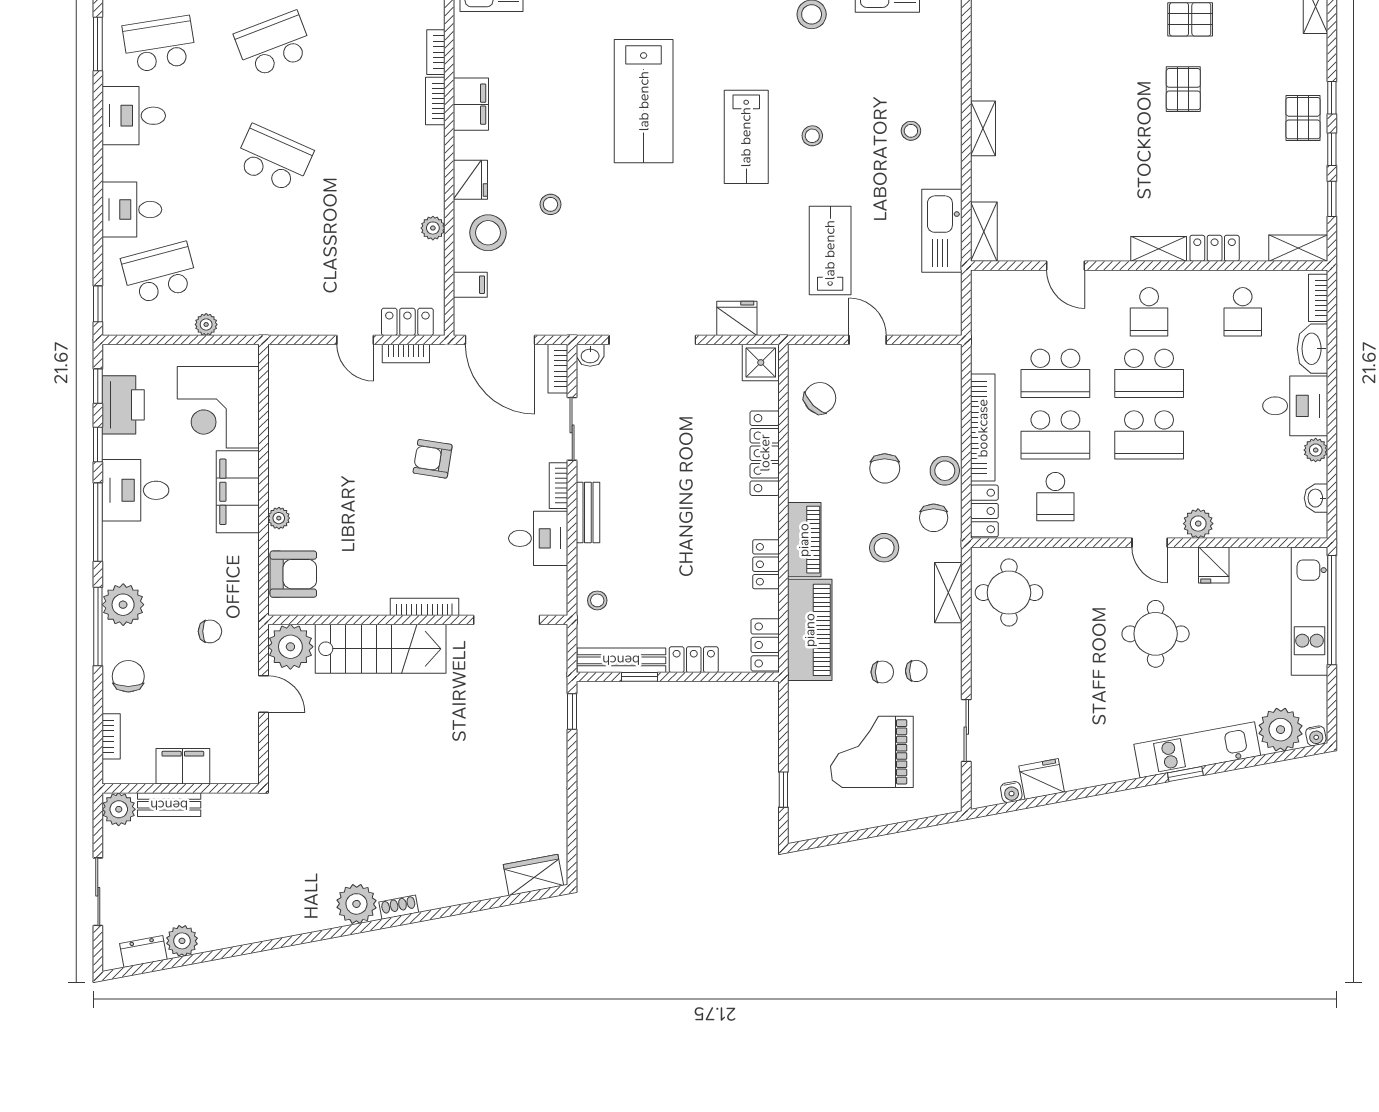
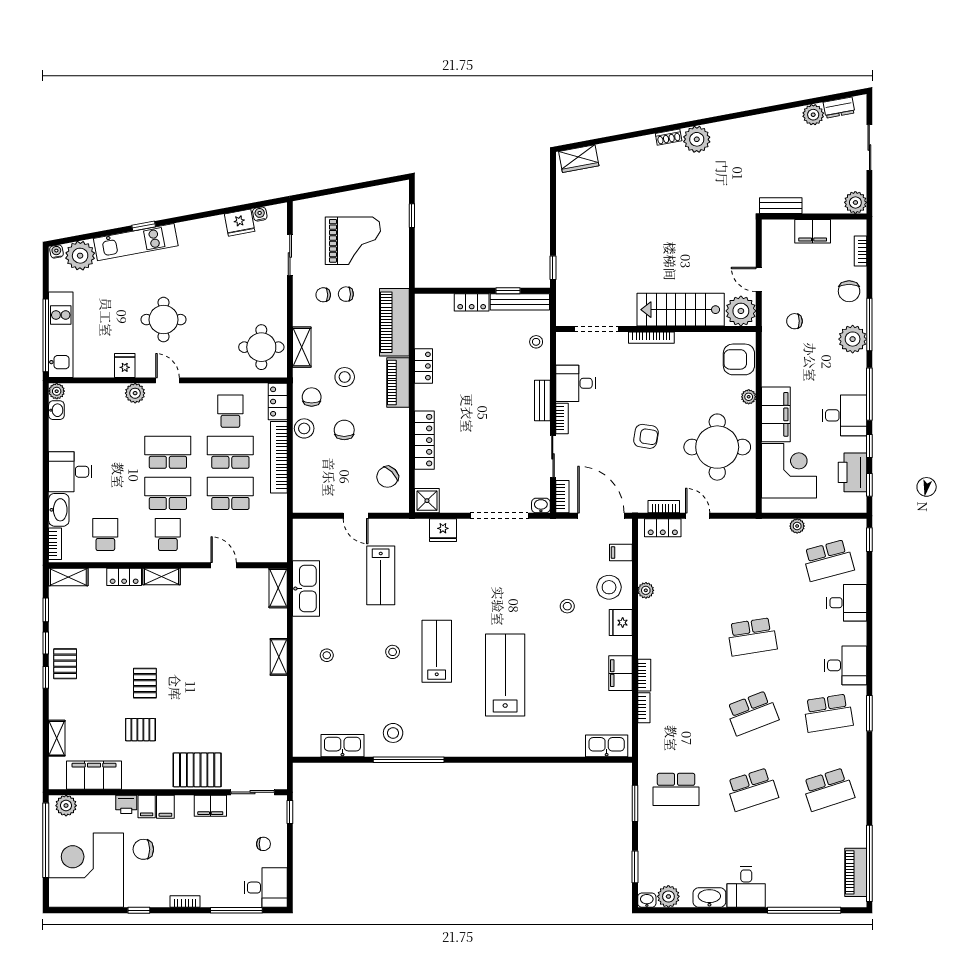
school desk: (274, 159) -> (752, 637), turned -33
round table: (326, 443) -> (717, 447), added
plant: (1316, 450) -> (57, 391), moved
locker: (765, 645) -> (424, 312), removed
bench: (169, 805) -> (781, 206), moved

